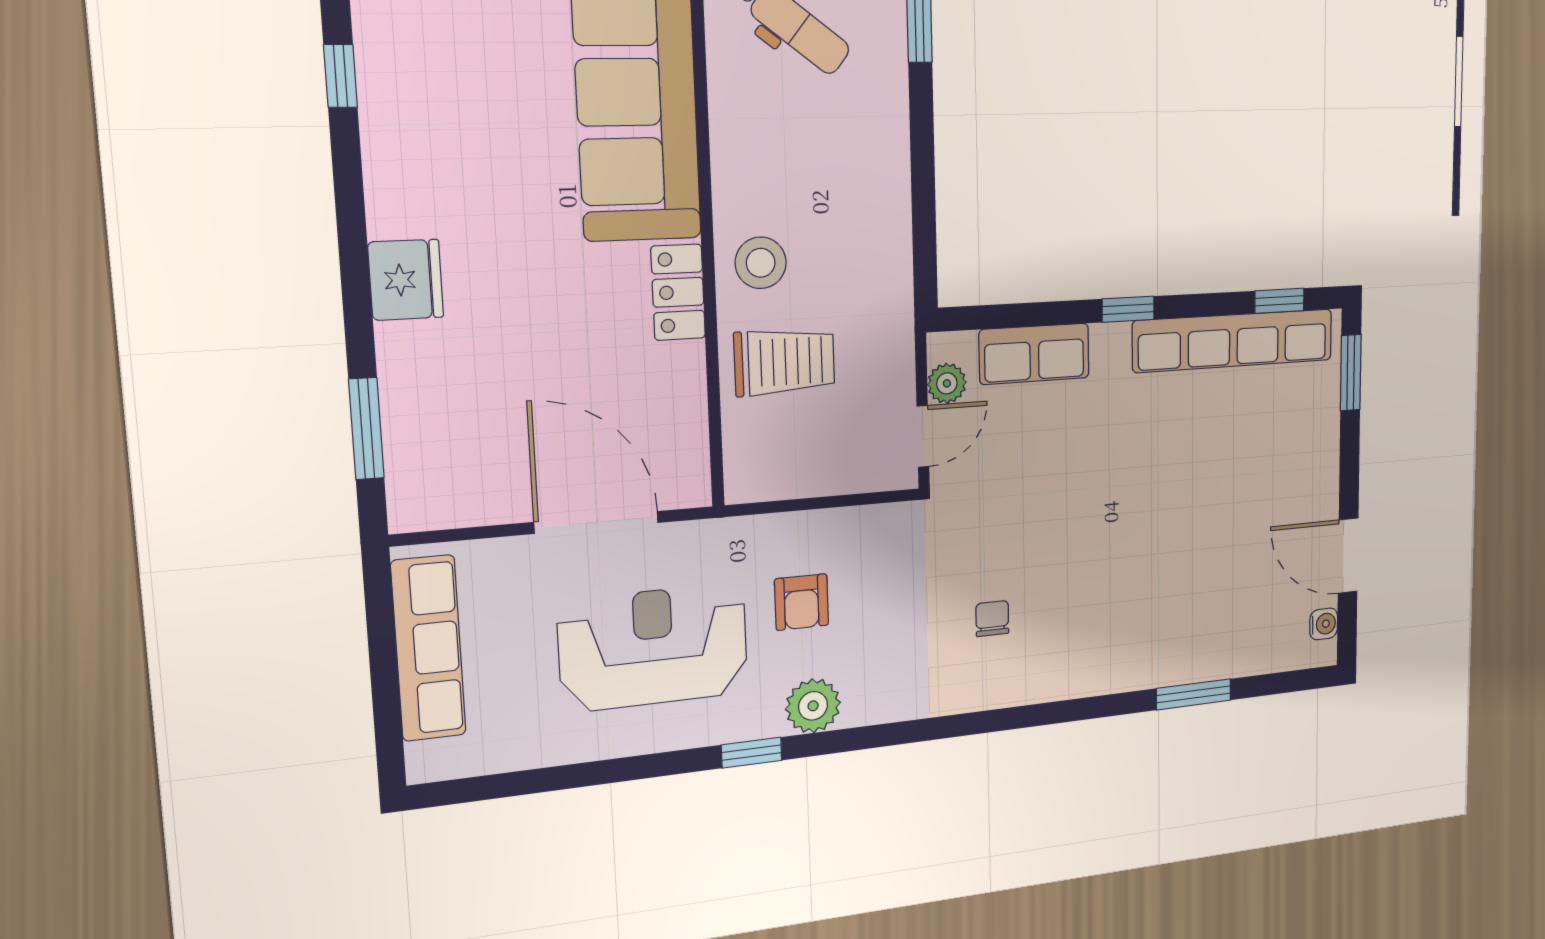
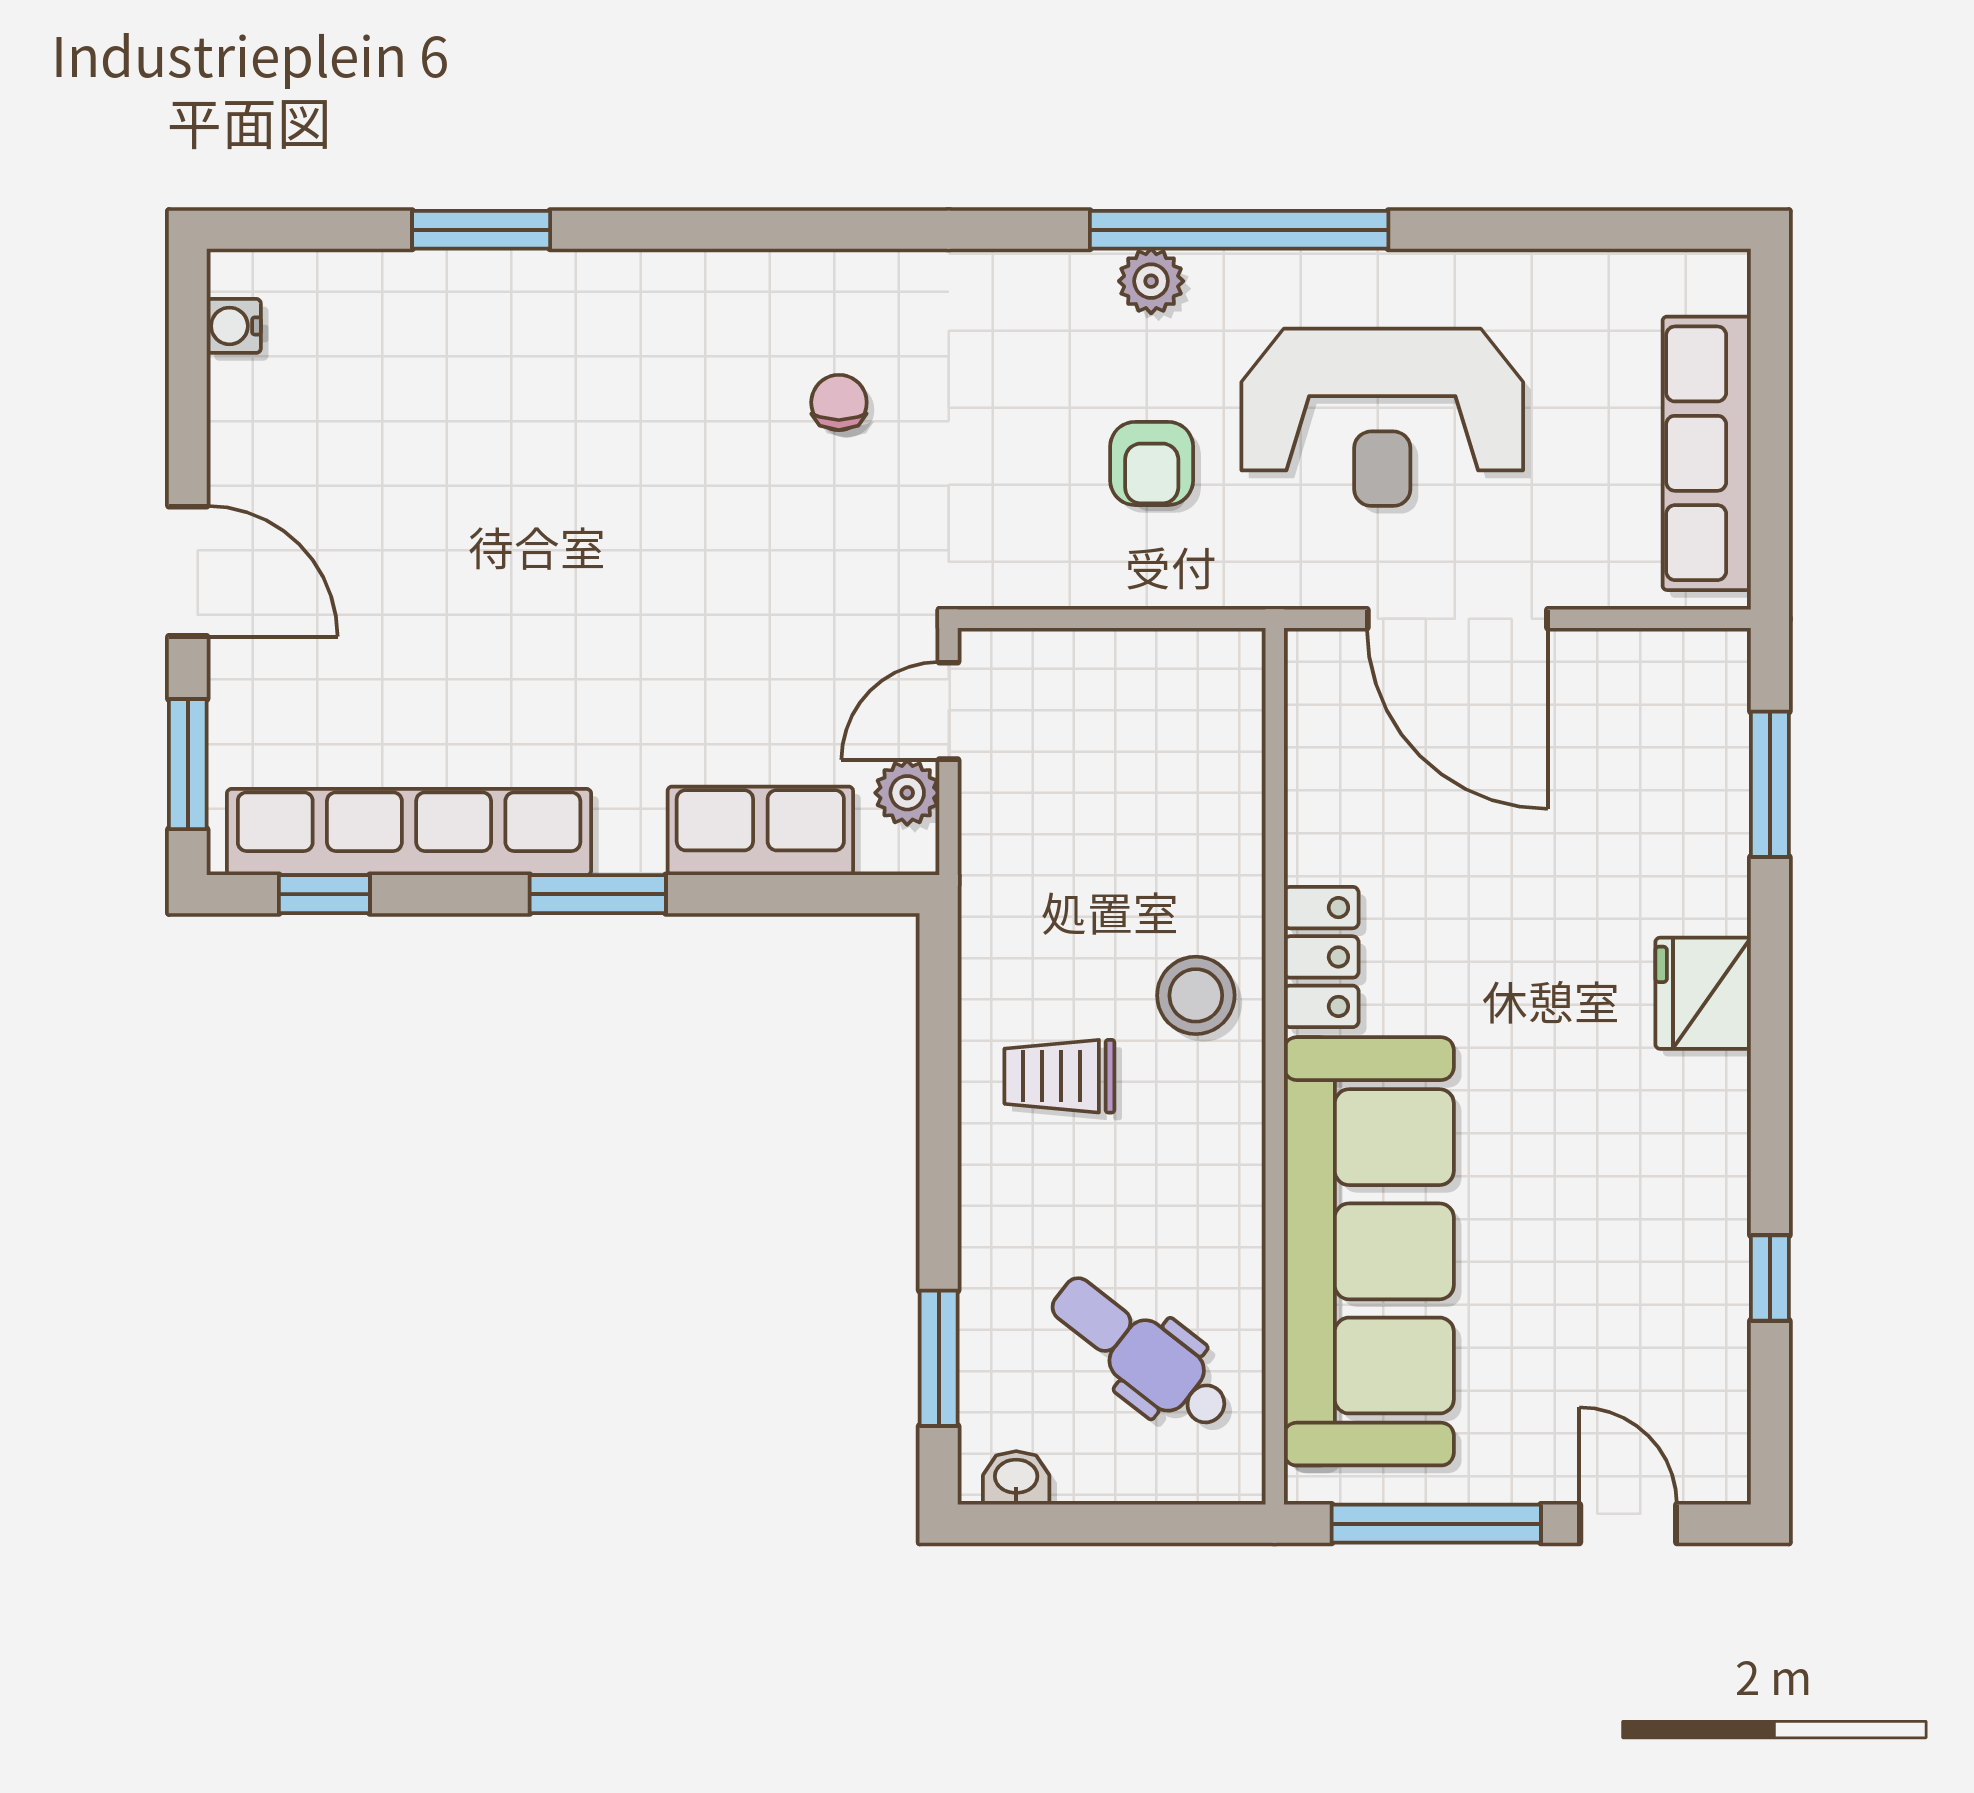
window: (1128, 309) -> (598, 894), width x1.50
trolley: (785, 362) -> (1059, 1076), moved, width x0.73, depth x0.72
door: (1348, 556) -> (188, 571), moved
armchair: (801, 602) -> (1152, 463), turned 180
chair: (992, 619) -> (839, 402), turned 180
plant: (813, 706) -> (1151, 281), width x0.73, depth x0.73
window: (752, 753) -> (1239, 230), width x3.17

